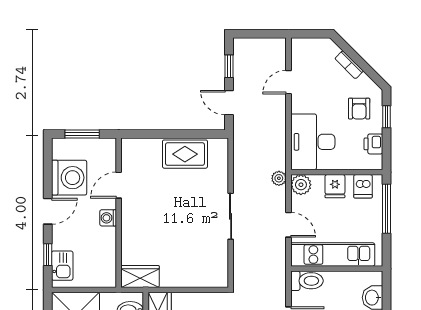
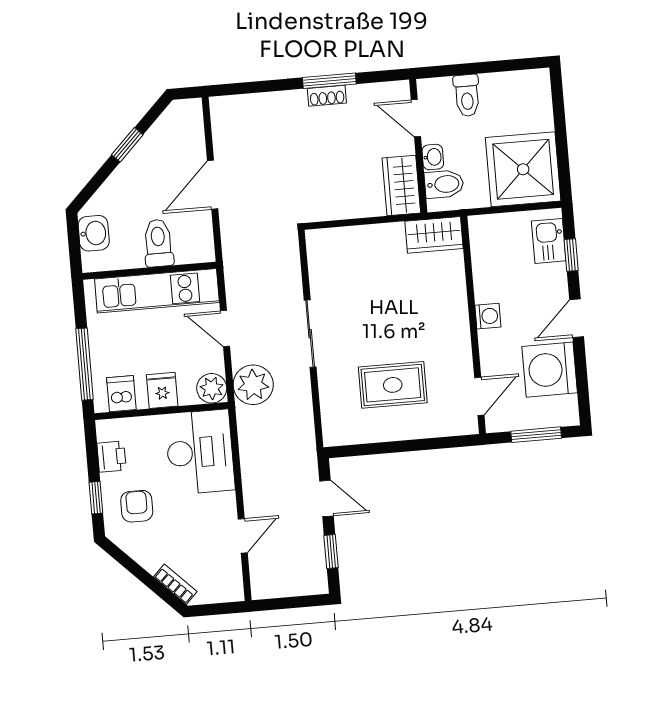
bookcase: (349, 65) -> (175, 584), moved
rug: (185, 154) -> (393, 385), moved
plant: (279, 178) -> (253, 385), width x1.88, depth x1.88
door: (119, 185) -> (479, 396), moved
toilet: (307, 281) -> (158, 243), moved, turned 90

